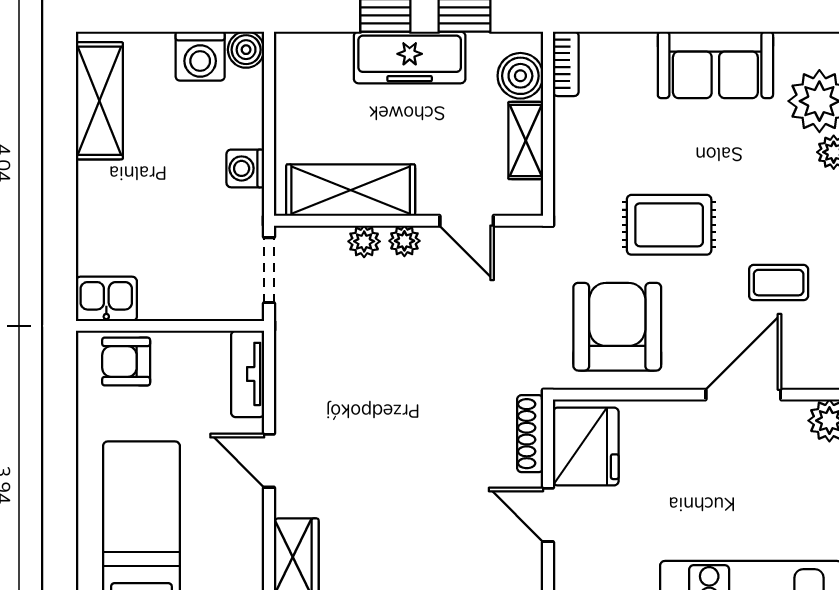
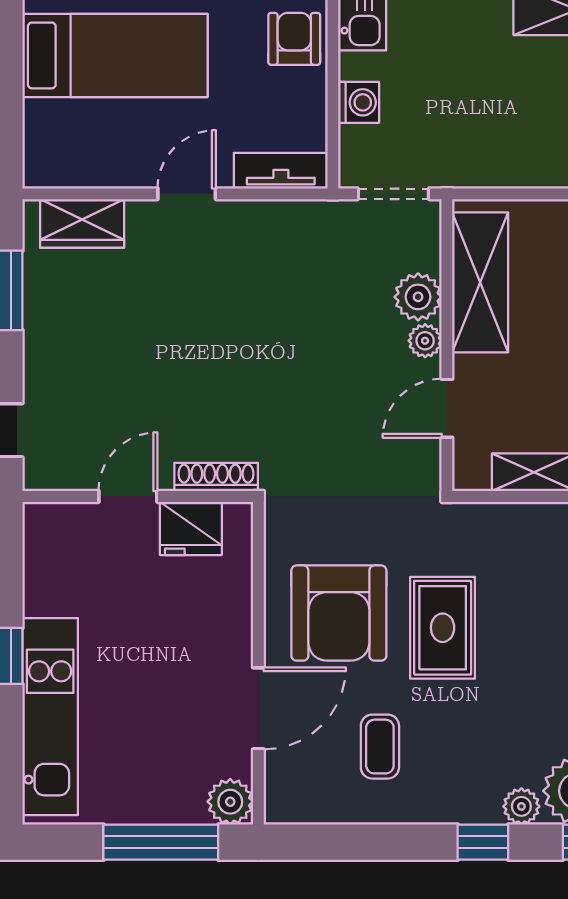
washing machine: (245, 168) -> (359, 102), moved, turned 90
plant: (364, 241) -> (418, 297), width x1.38, depth x1.38
armchair: (617, 327) -> (339, 613), moved, turned 90
door: (743, 395) -> (258, 708), hinge flipped
fridge: (586, 446) -> (191, 528), width x0.73, depth x0.75

